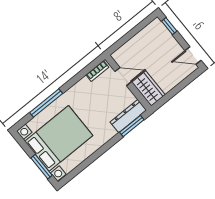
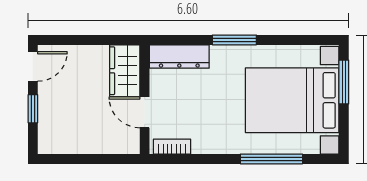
window: (169, 26) -> (33, 109), moved
door: (193, 56) -> (33, 66), hinge flipped
window: (132, 126) -> (234, 40), moved

